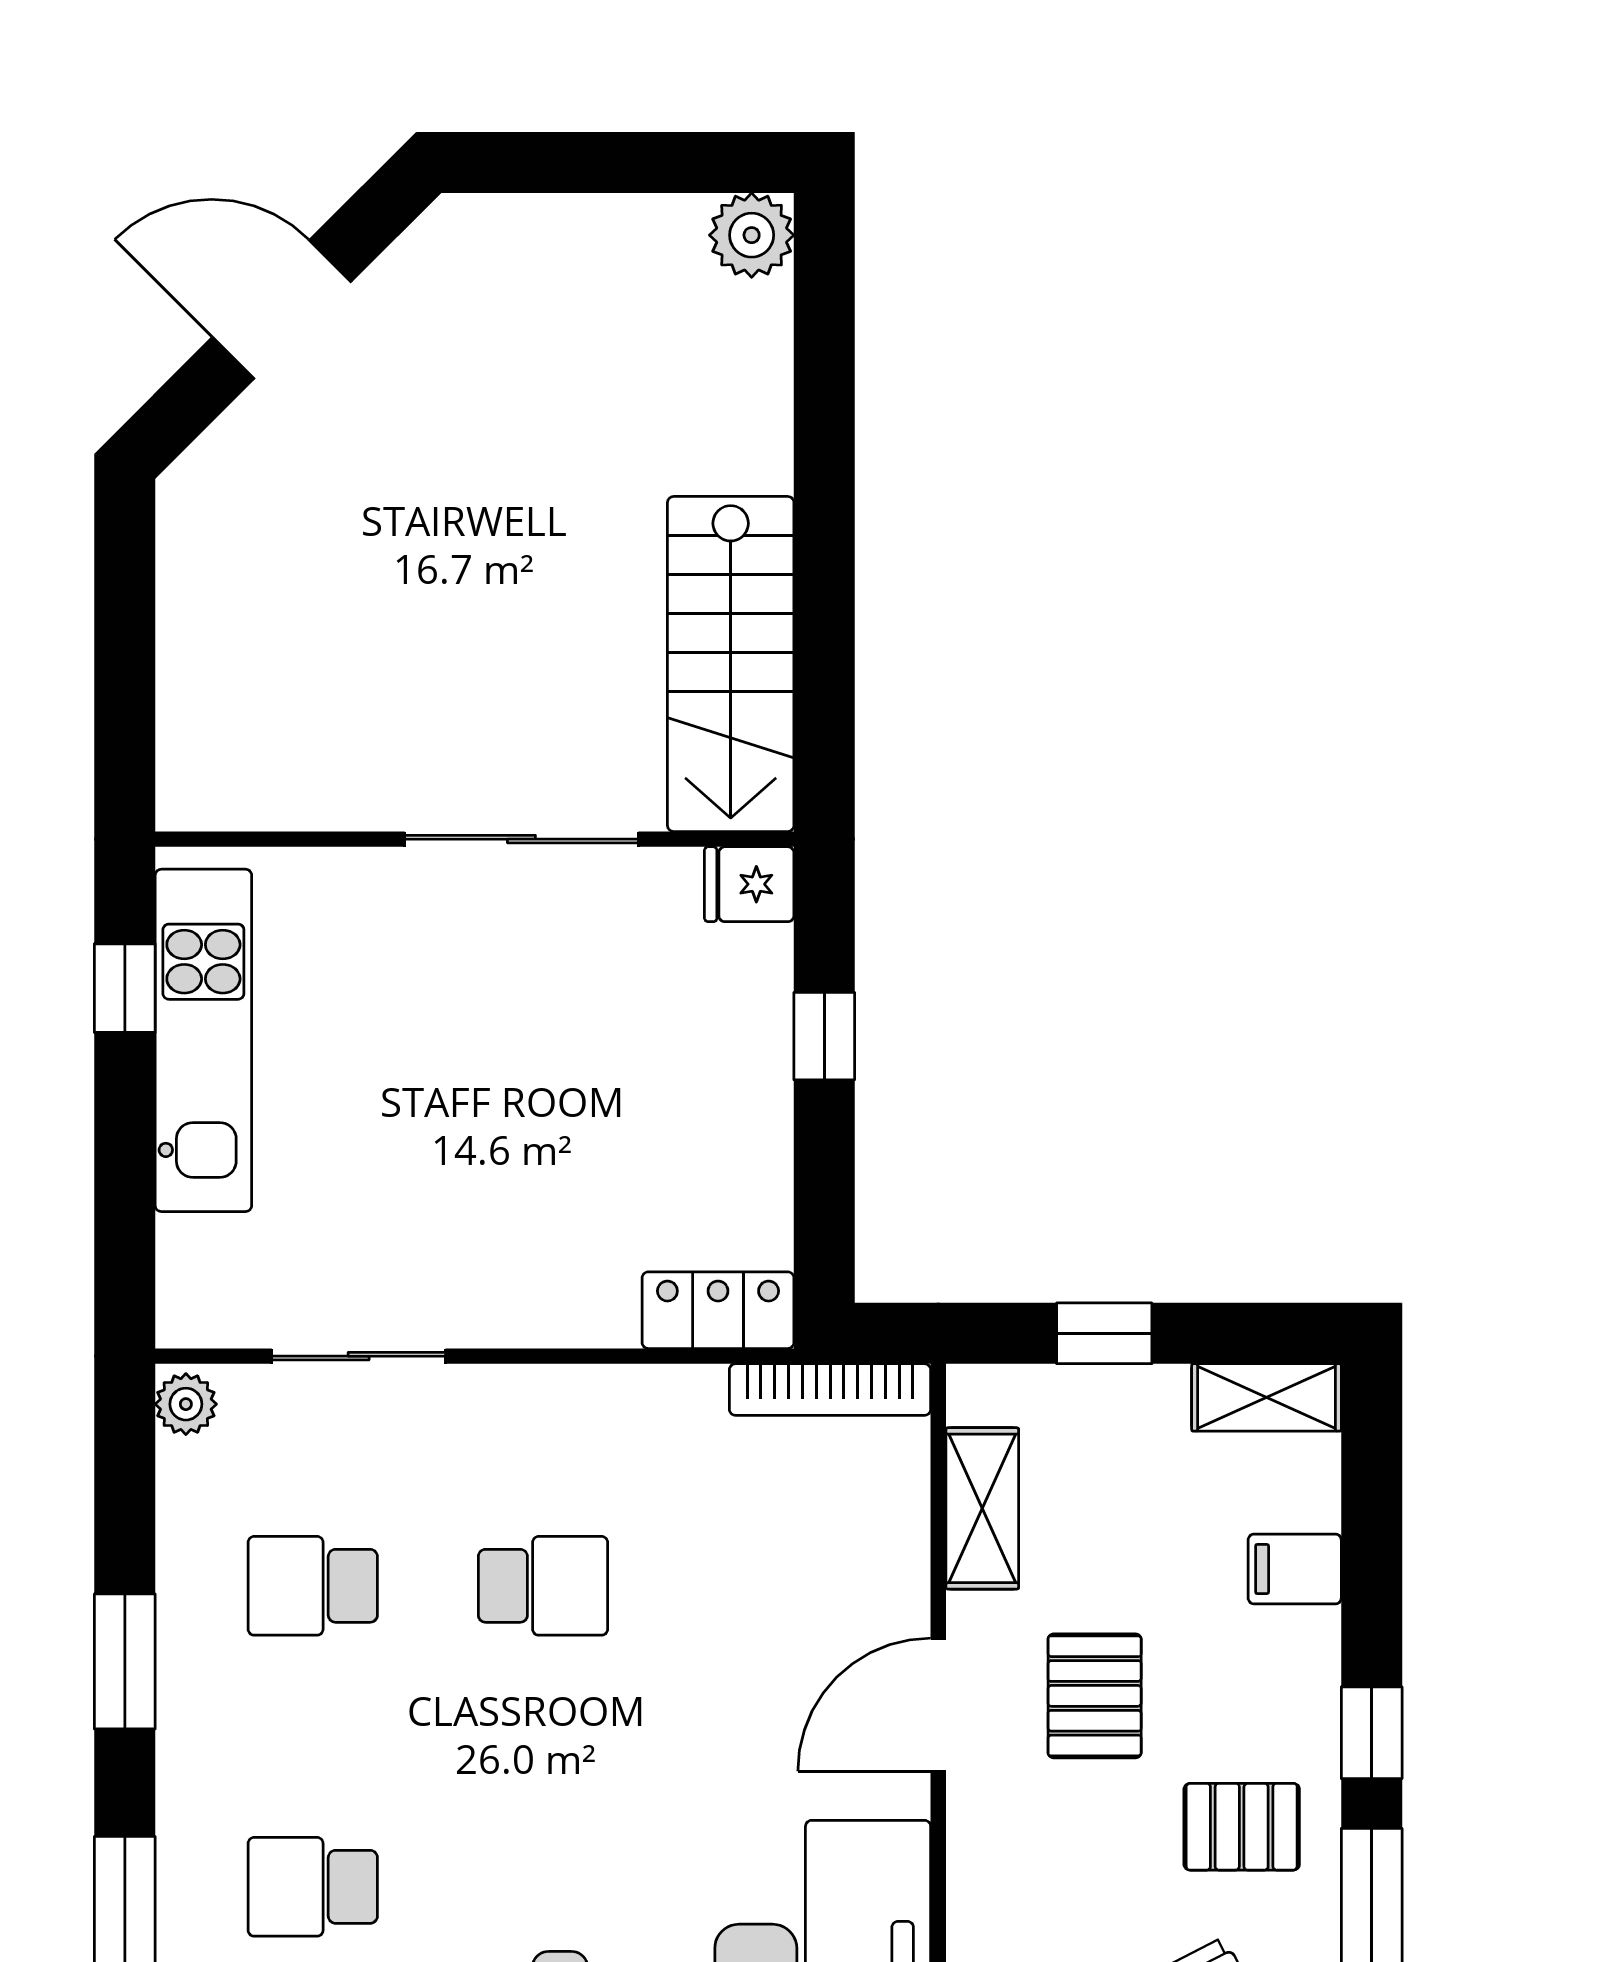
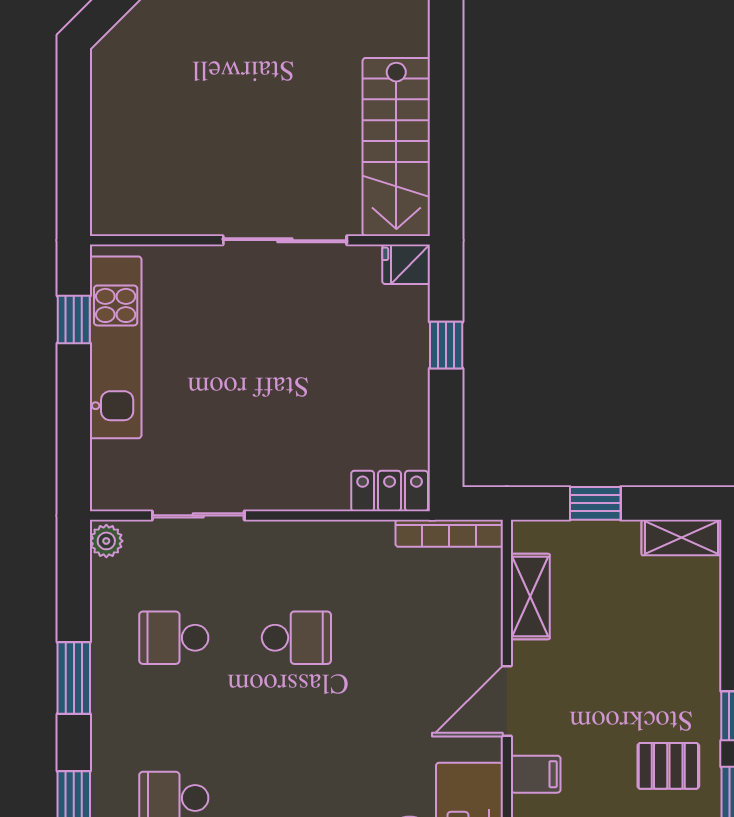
filing cabinet: (1295, 1569) -> (536, 774), moved, turned 180
pallet: (1095, 1696) -> (590, 696), removed

